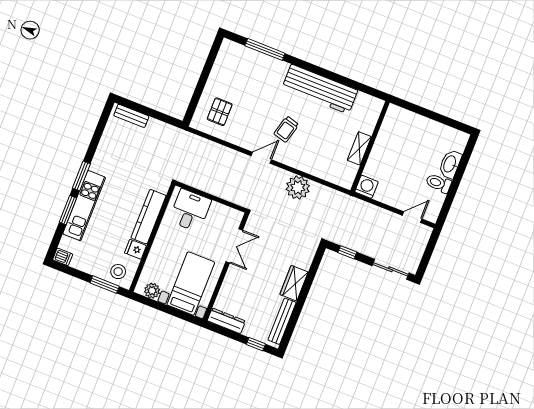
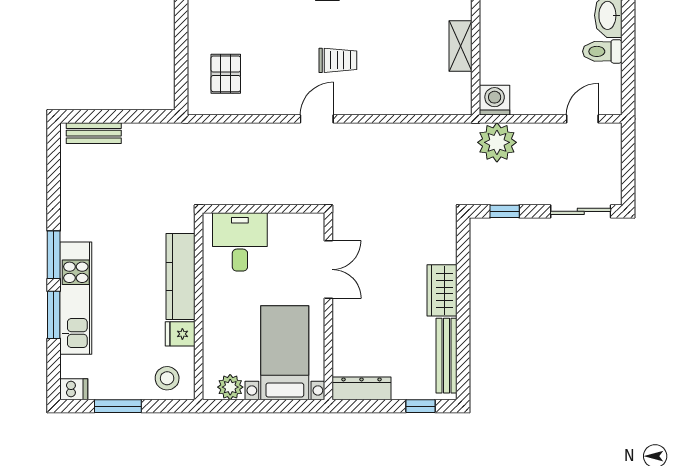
trolley: (286, 129) -> (338, 60), turned -105
plant: (298, 188) -> (497, 142), moved
window: (105, 285) -> (118, 406), moved

